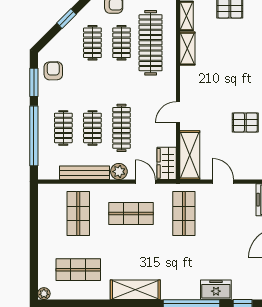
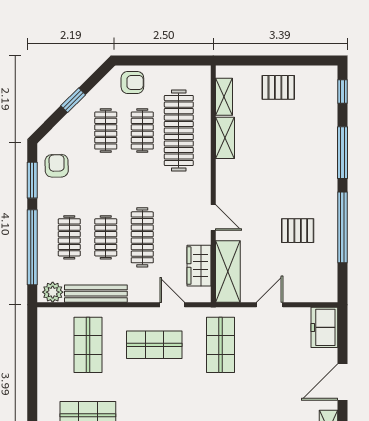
door: (178, 112) -> (213, 218), swing flipped
wardrobe: (167, 163) -> (199, 266), moved
plant: (119, 172) -> (53, 292), moved
door: (223, 182) -> (270, 305), hinge flipped

